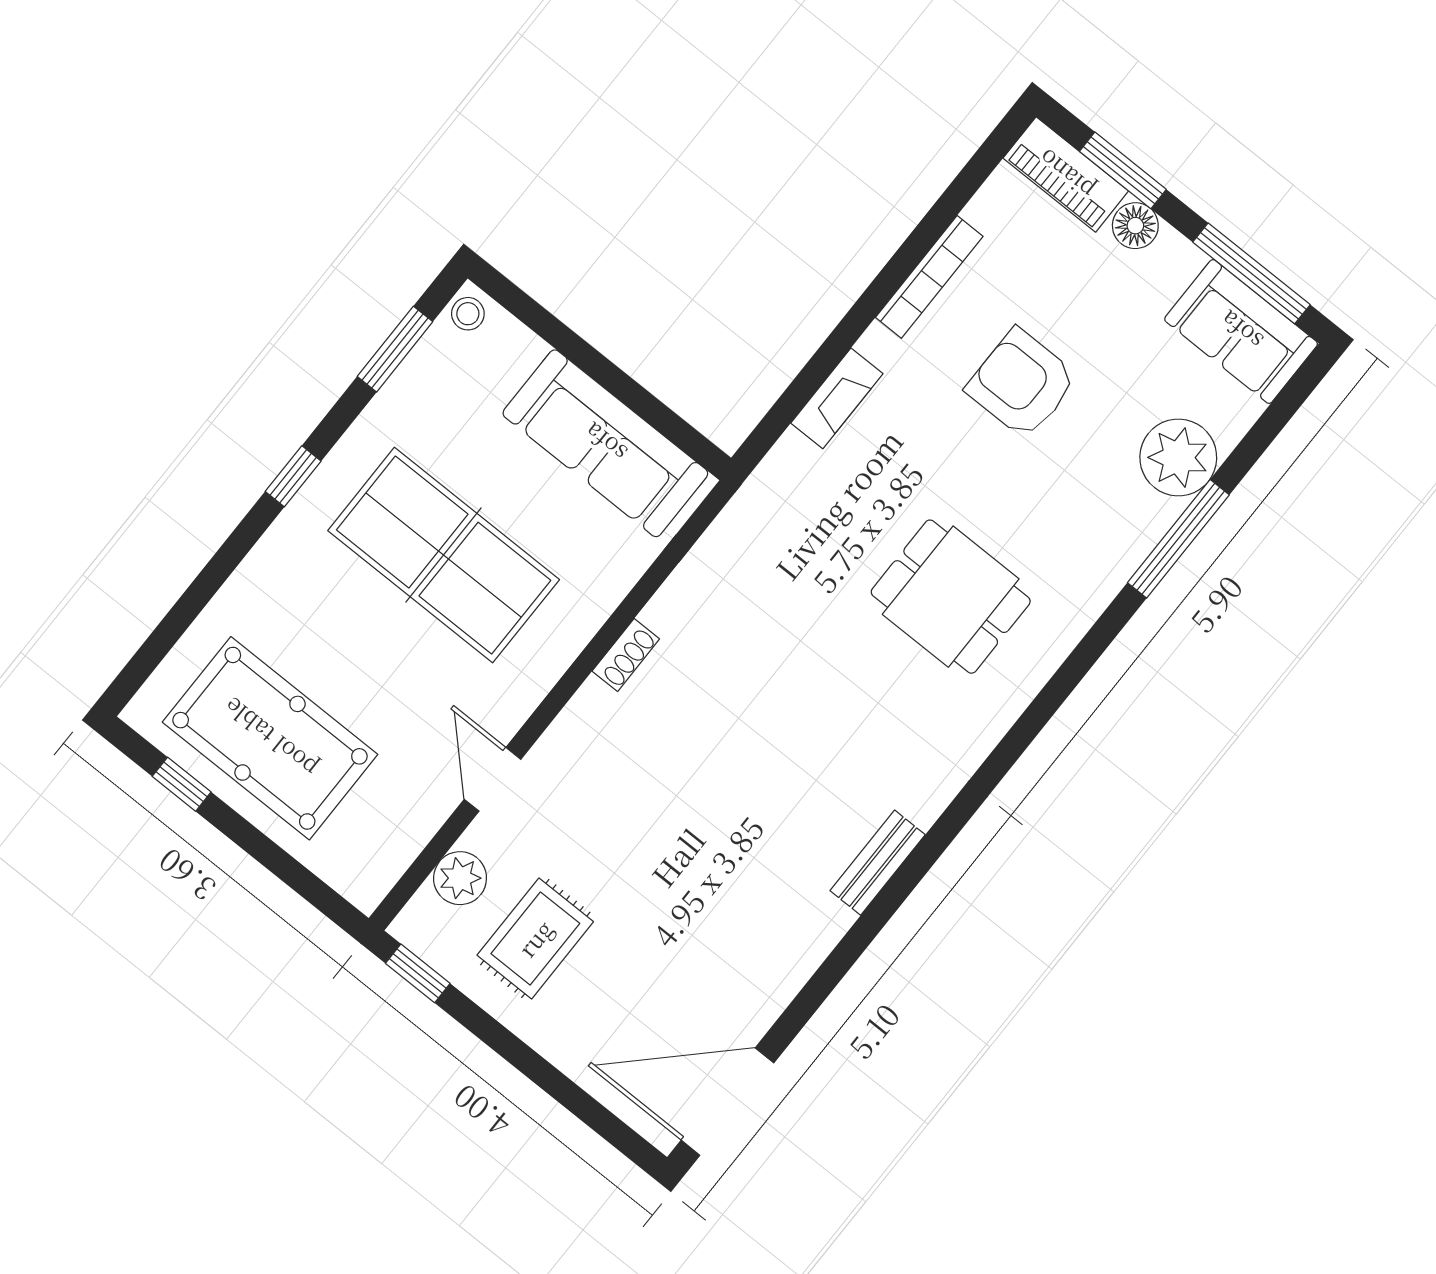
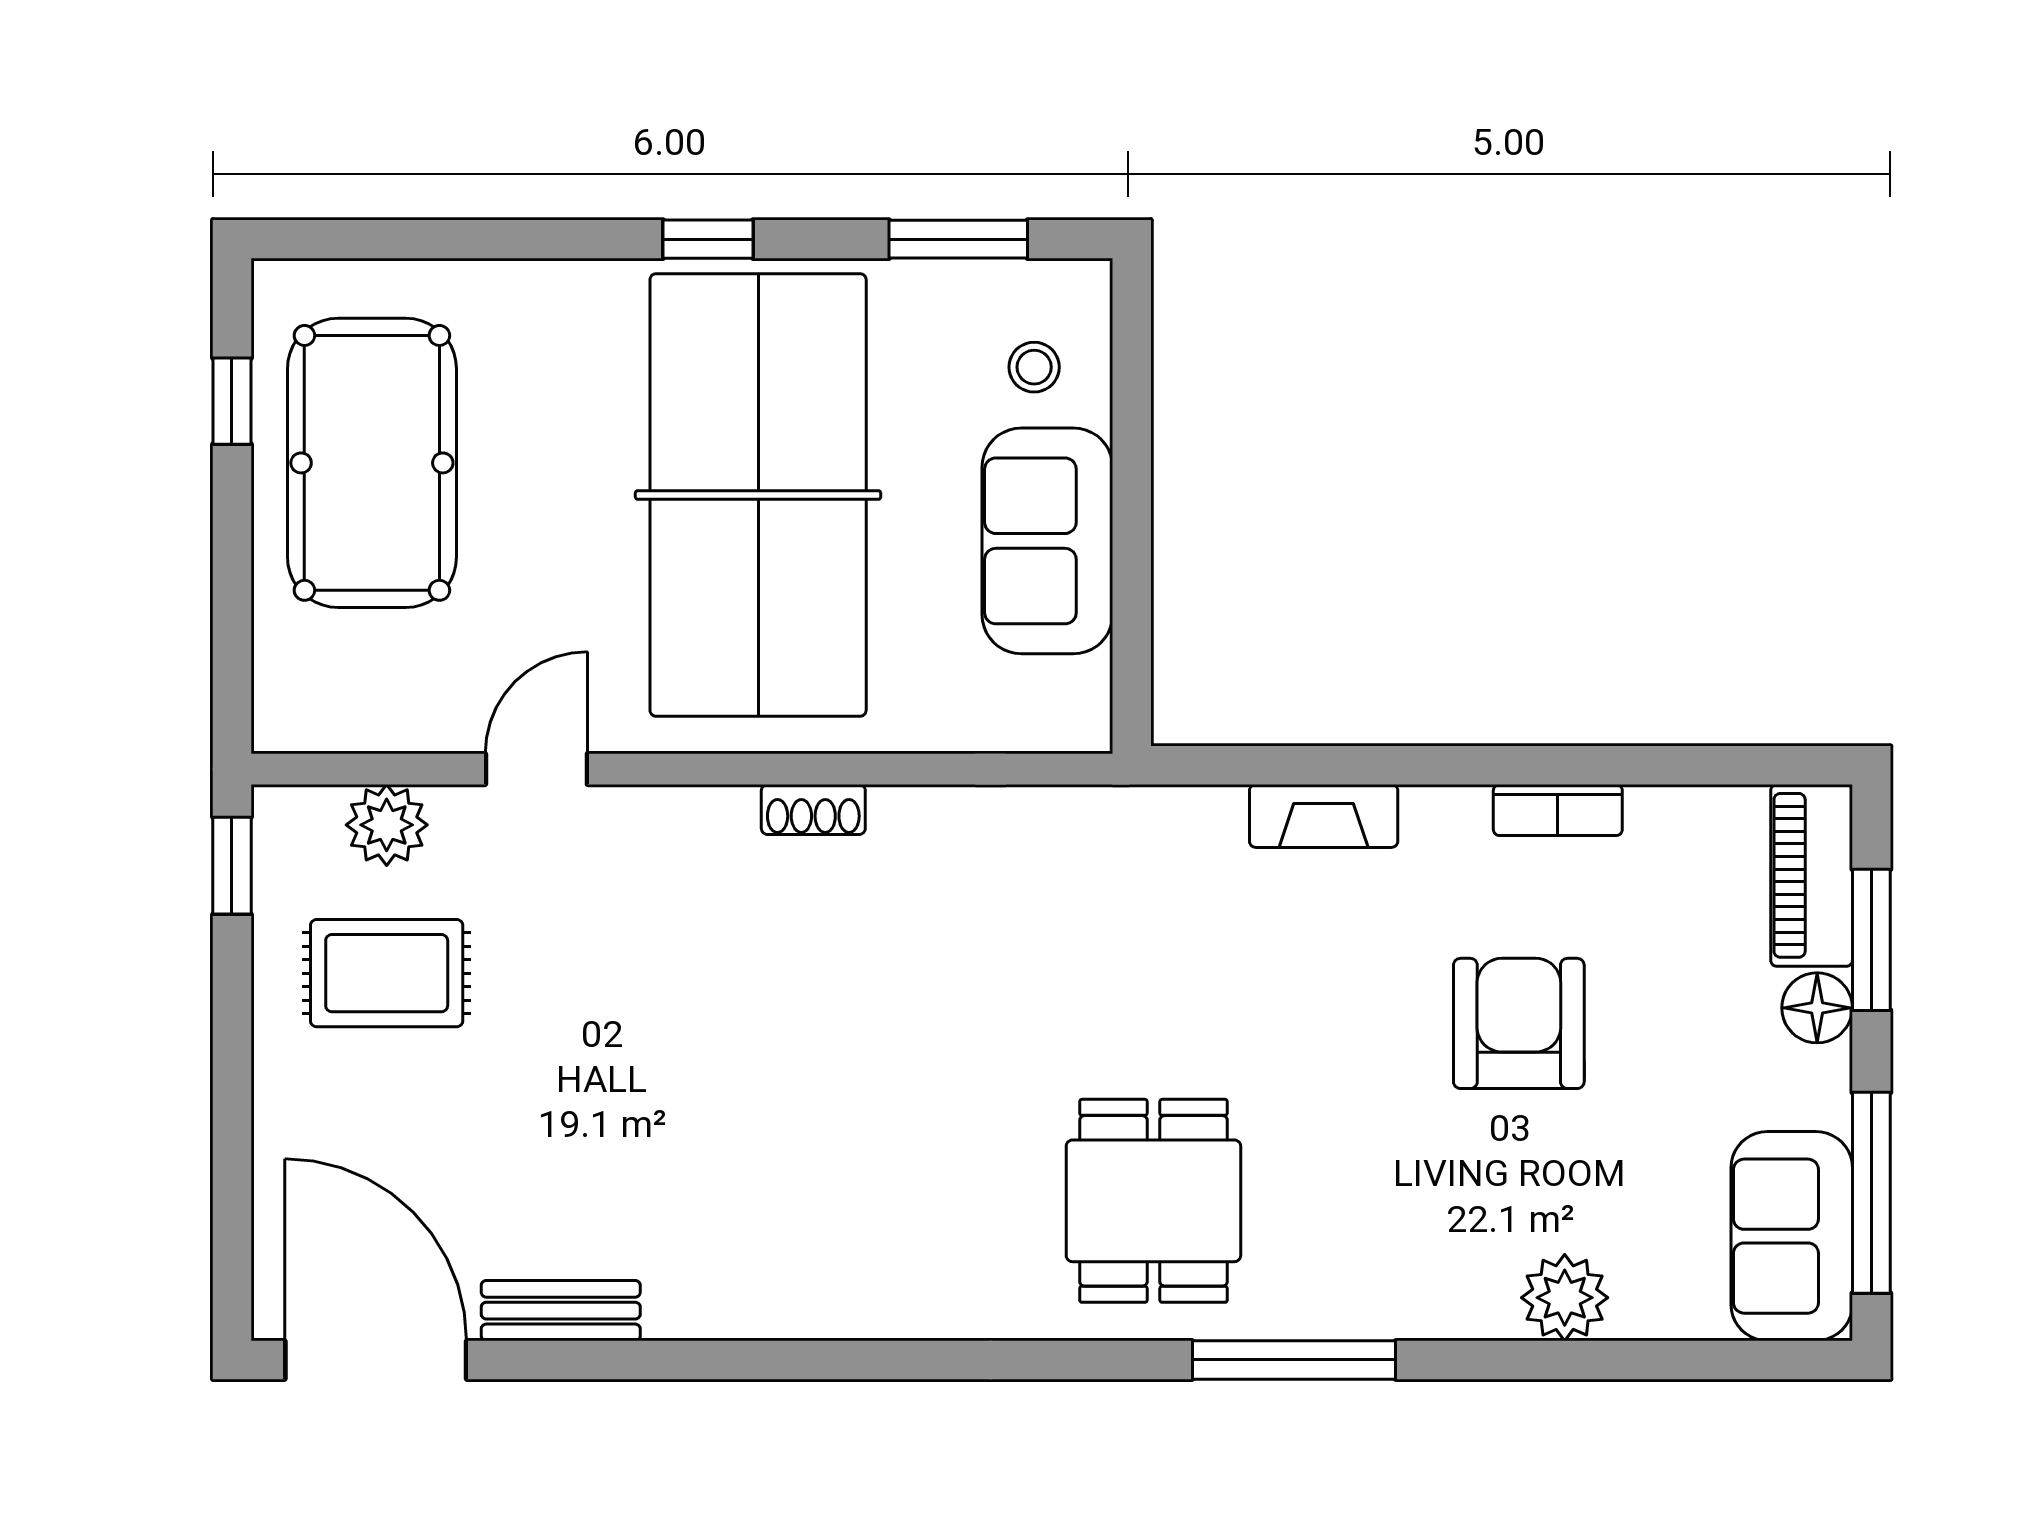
bookcase: (929, 277) -> (1558, 810), width x0.64
stool: (468, 314) -> (1034, 367), moved
sofa: (605, 443) -> (1047, 541), width x0.73
plant: (1178, 457) -> (1565, 1298), width x0.73, depth x0.73
window: (1178, 539) -> (1294, 1360), moved
table tennis table: (444, 555) -> (758, 495), width x1.36, depth x1.32
dining table: (951, 597) -> (1153, 1201), moved
bench: (878, 863) -> (561, 1311), moved

